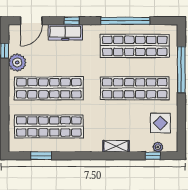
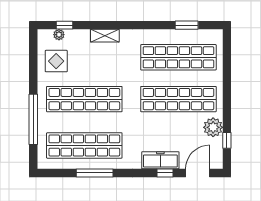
window: (72, 21) -> (165, 173), moved
window: (125, 21) -> (95, 173), width x0.68

